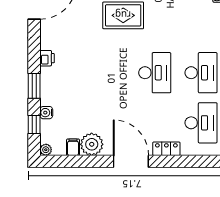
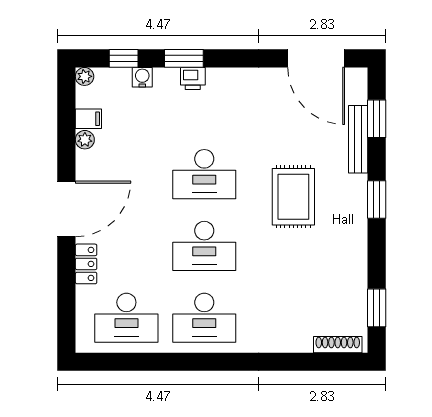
printer: (47, 58) -> (193, 78), moved
desk: (109, 73) -> (204, 174), added
plant: (92, 144) -> (85, 140), width x0.53, depth x0.53

